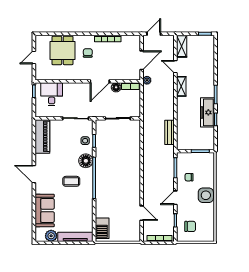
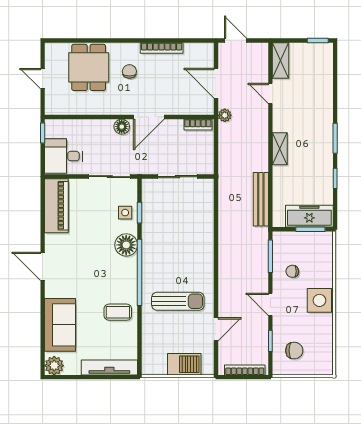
door: (154, 34) -> (235, 40), hinge flipped
door: (34, 57) -> (43, 79), hinge flipped
door: (142, 60) -> (216, 83), swing flipped
shelving: (181, 86) -> (280, 149), moved
floor lamp: (116, 87) -> (122, 127), moved
desk: (52, 94) -> (63, 156), moved, turned -90
freezer: (207, 112) -> (309, 216), moved, turned 90
bench: (169, 132) -> (261, 199), width x1.36
coffee table: (71, 181) -> (118, 312), moved
sun lounger: (118, 196) -> (178, 301), added
door: (175, 198) -> (270, 304), hinge flipped
door: (142, 213) -> (216, 329), hinge flipped
barbecue: (102, 228) -> (184, 364), moved, turned -90
plant: (51, 236) -> (54, 366), moved

